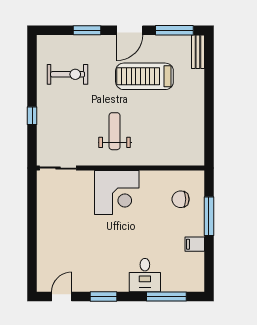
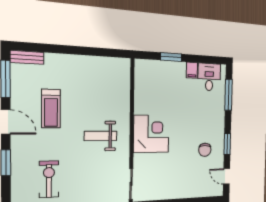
treadmill: (144, 76) -> (51, 109), width x0.73, depth x0.73
chair: (181, 199) -> (205, 150), moved
window: (209, 216) -> (171, 57), width x0.69
desk: (145, 275) -> (209, 77), moved, turned -90

